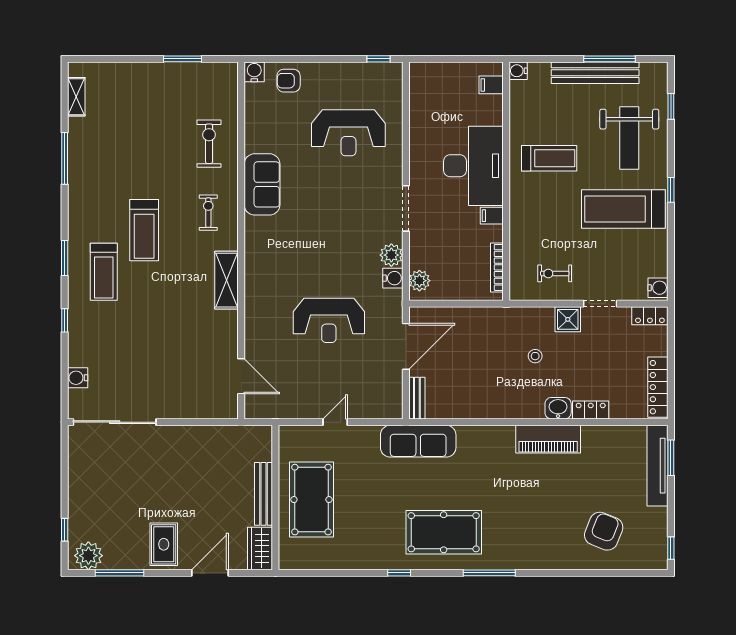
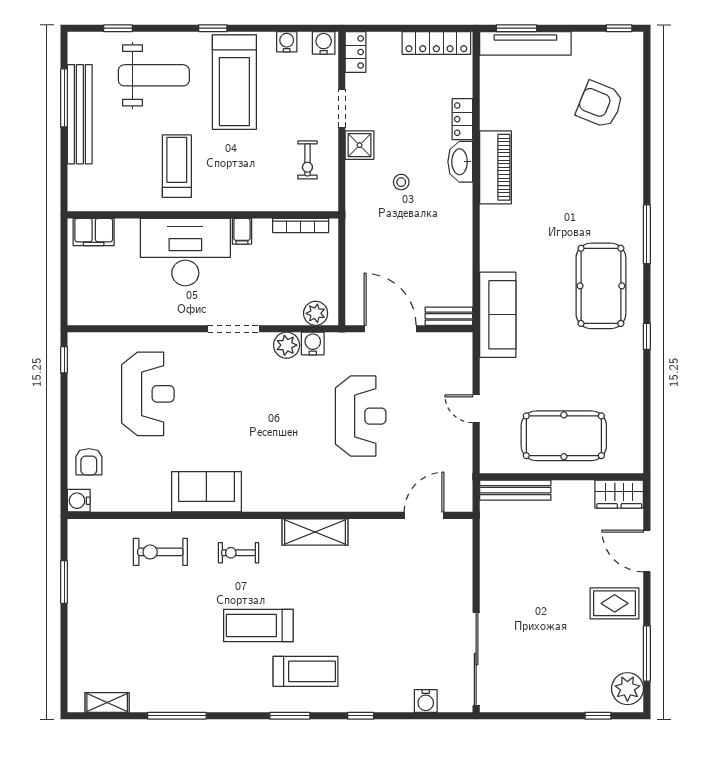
water cooler: (518, 71) -> (287, 42), moved, turned 180
filing cabinet: (491, 85) -> (94, 232), width x2.00
treadmill: (144, 230) -> (258, 625), turned 180
washbasin: (558, 408) -> (460, 162), width x1.38
bench: (264, 494) -> (515, 490), moved

